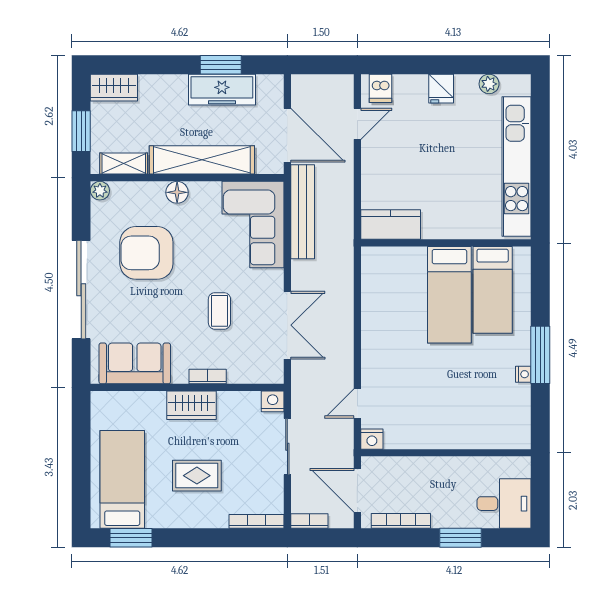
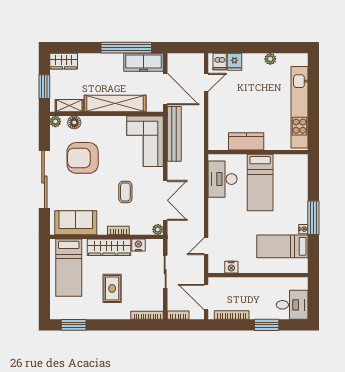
window: (221, 65) -> (126, 48), width x2.11
plant: (489, 84) -> (270, 59), moved
fridge: (441, 89) -> (234, 62), moved
freezer: (222, 90) -> (144, 62), moved
floor lamp: (177, 192) -> (74, 122), moved
kitchen counter: (391, 225) -> (246, 141), moved
desk: (385, 289) -> (223, 179), added
bed: (493, 290) -> (282, 246), moved, turned 90
plant: (275, 375) -> (158, 229), added
nightstand: (273, 401) -> (138, 245), moved
wardrobe: (192, 405) -> (109, 247), width x1.50
nightstand: (372, 439) -> (231, 267), moved
rug: (197, 476) -> (112, 288), turned 90
bed: (122, 479) -> (69, 268), moved, turned 180

